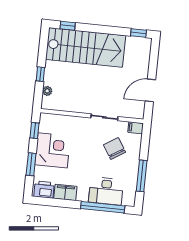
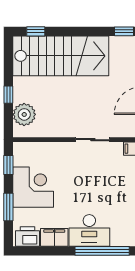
plant: (47, 91) -> (24, 114), width x1.88, depth x1.88
chair: (115, 148) -> (109, 177), removed
desk: (106, 191) -> (89, 230), moved

